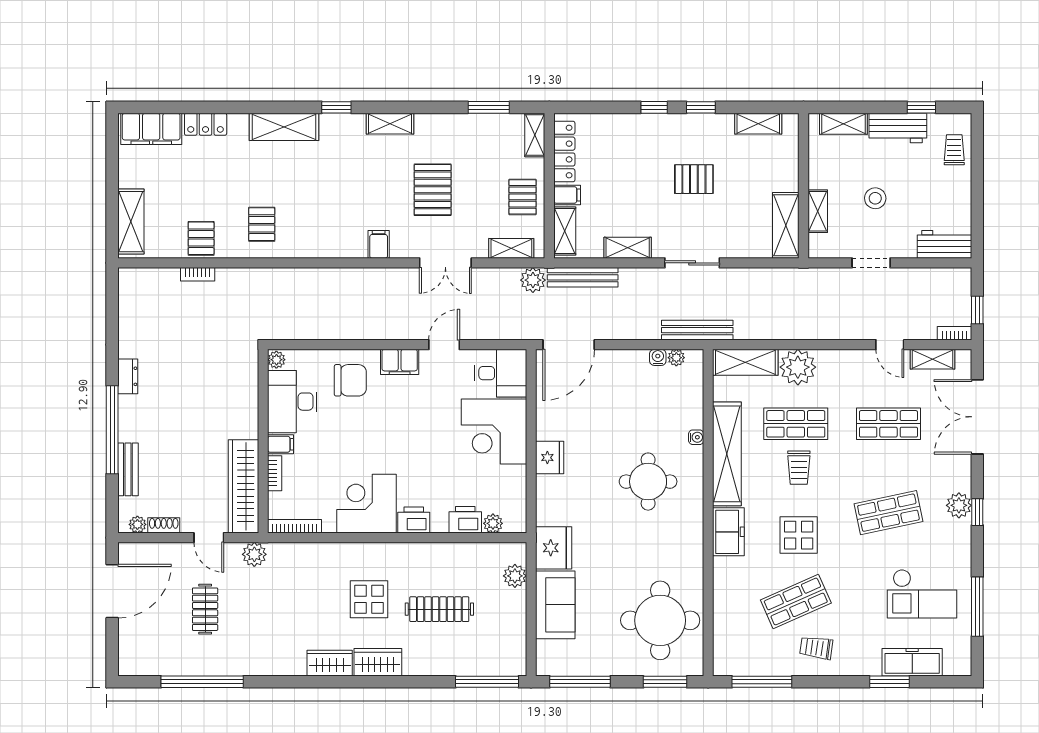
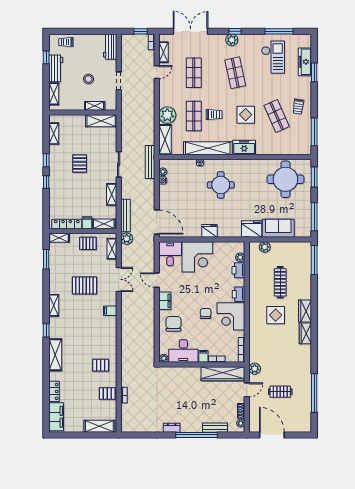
double door: (977, 417) -> (191, 31), swing flipped
chair: (373, 449) -> (206, 313), added

